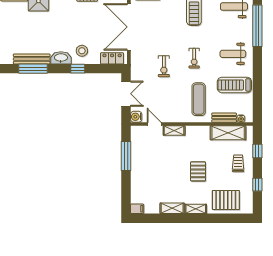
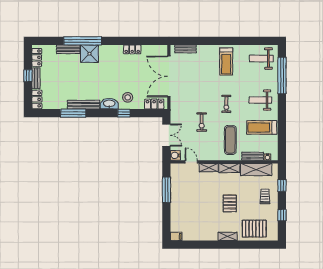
exercise bike: (164, 66) -> (202, 122), moved
window: (33, 69) -> (73, 113), moved
shelving: (172, 208) -> (229, 168), moved

